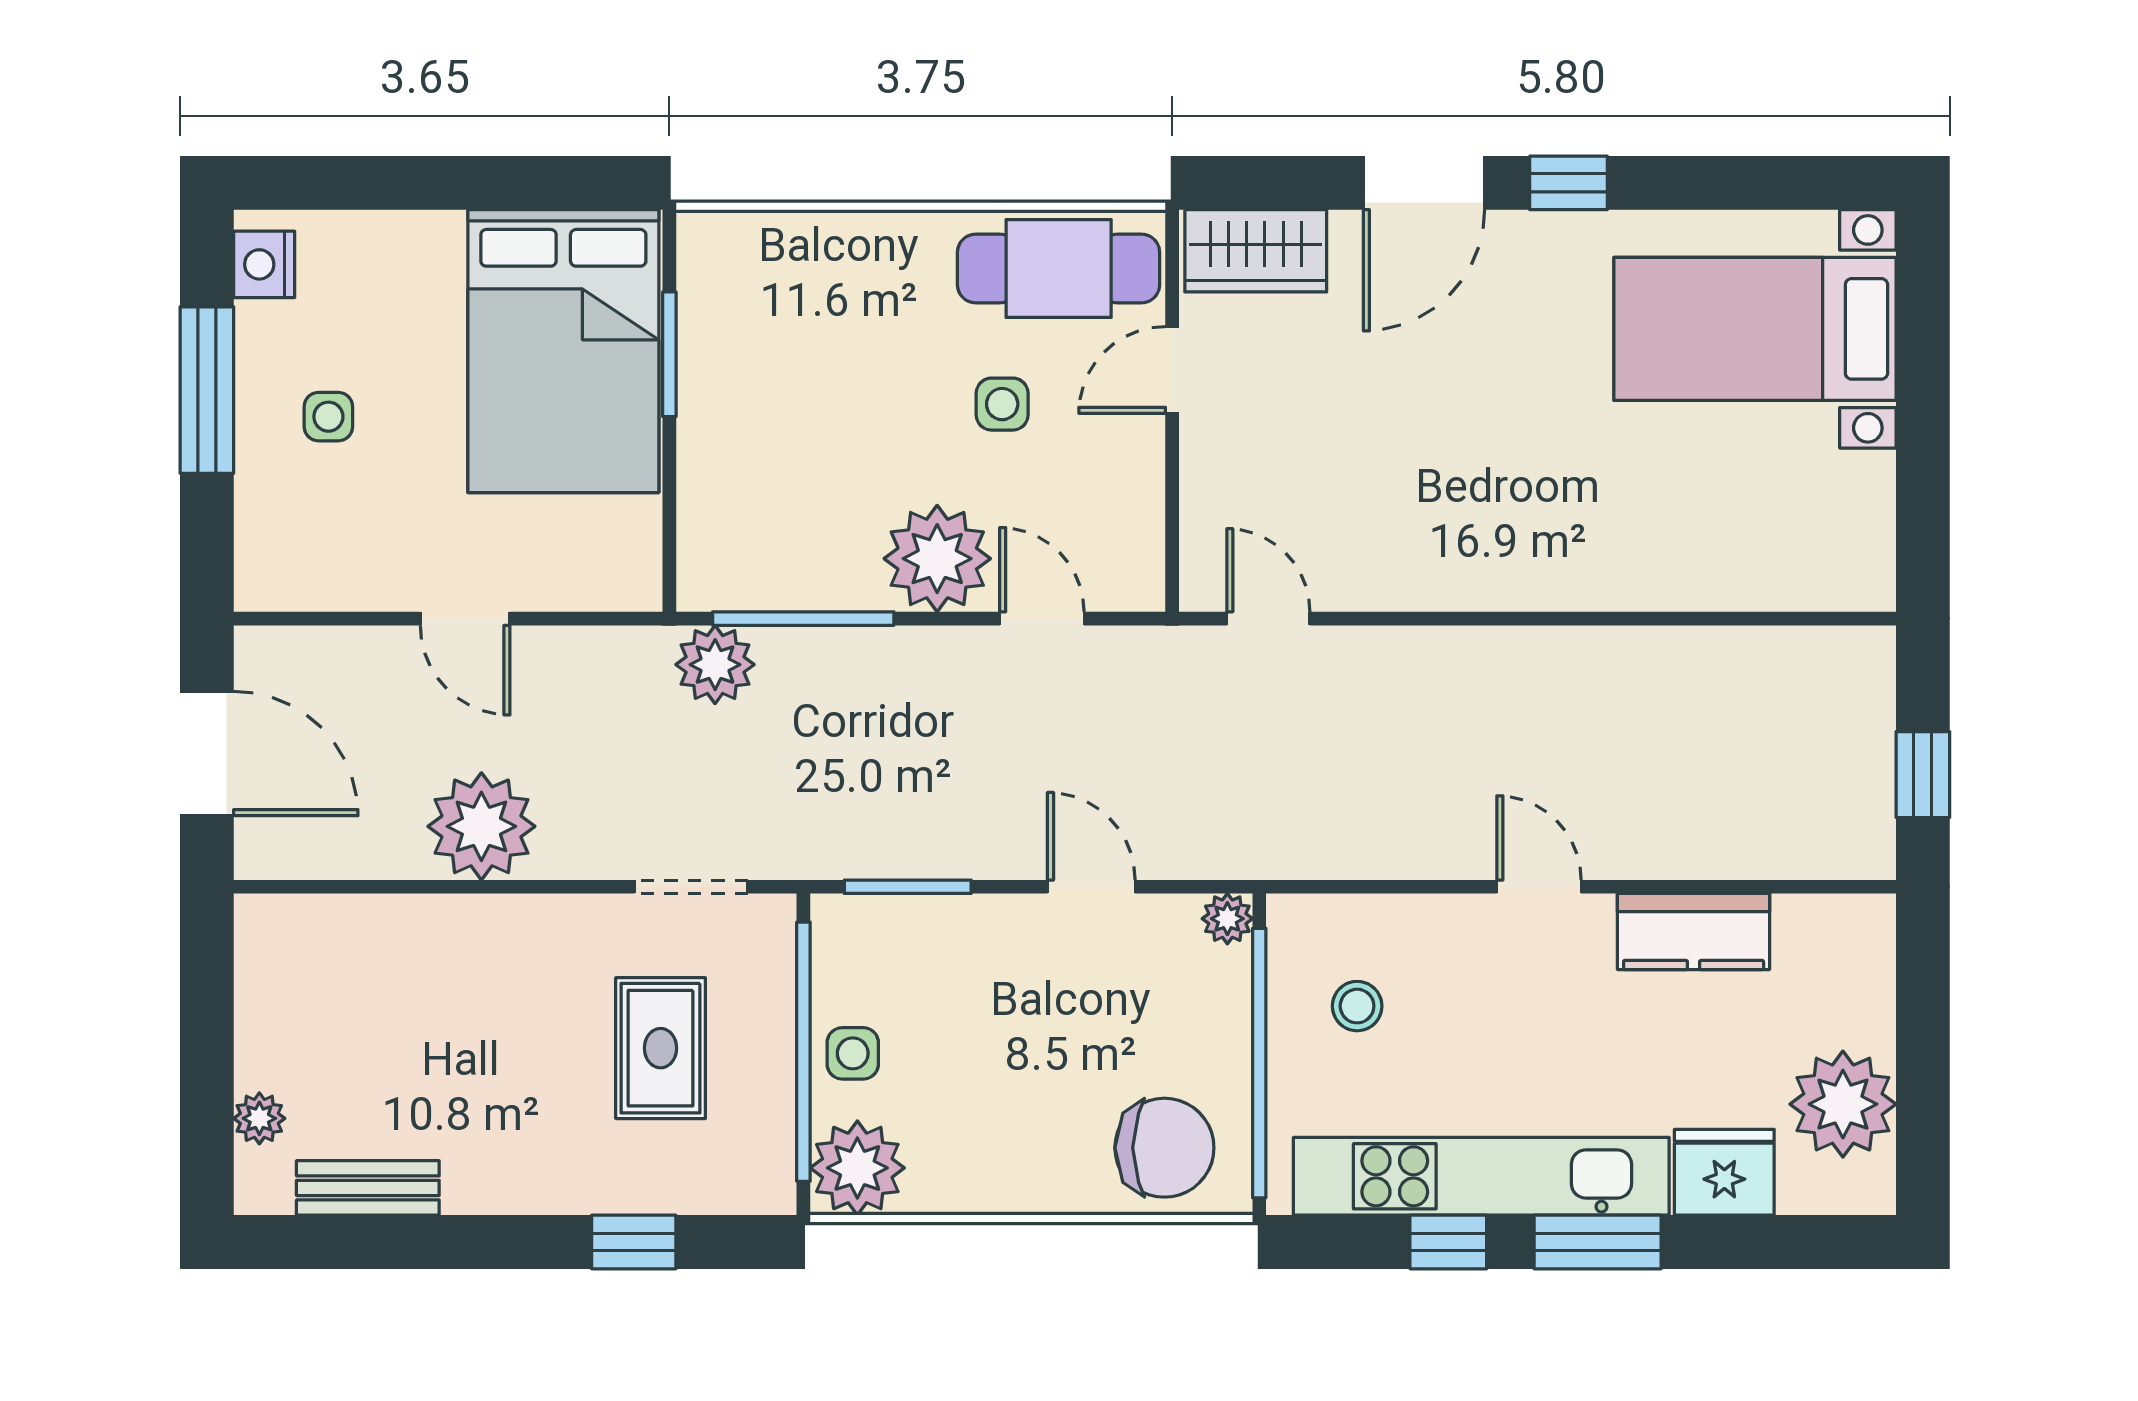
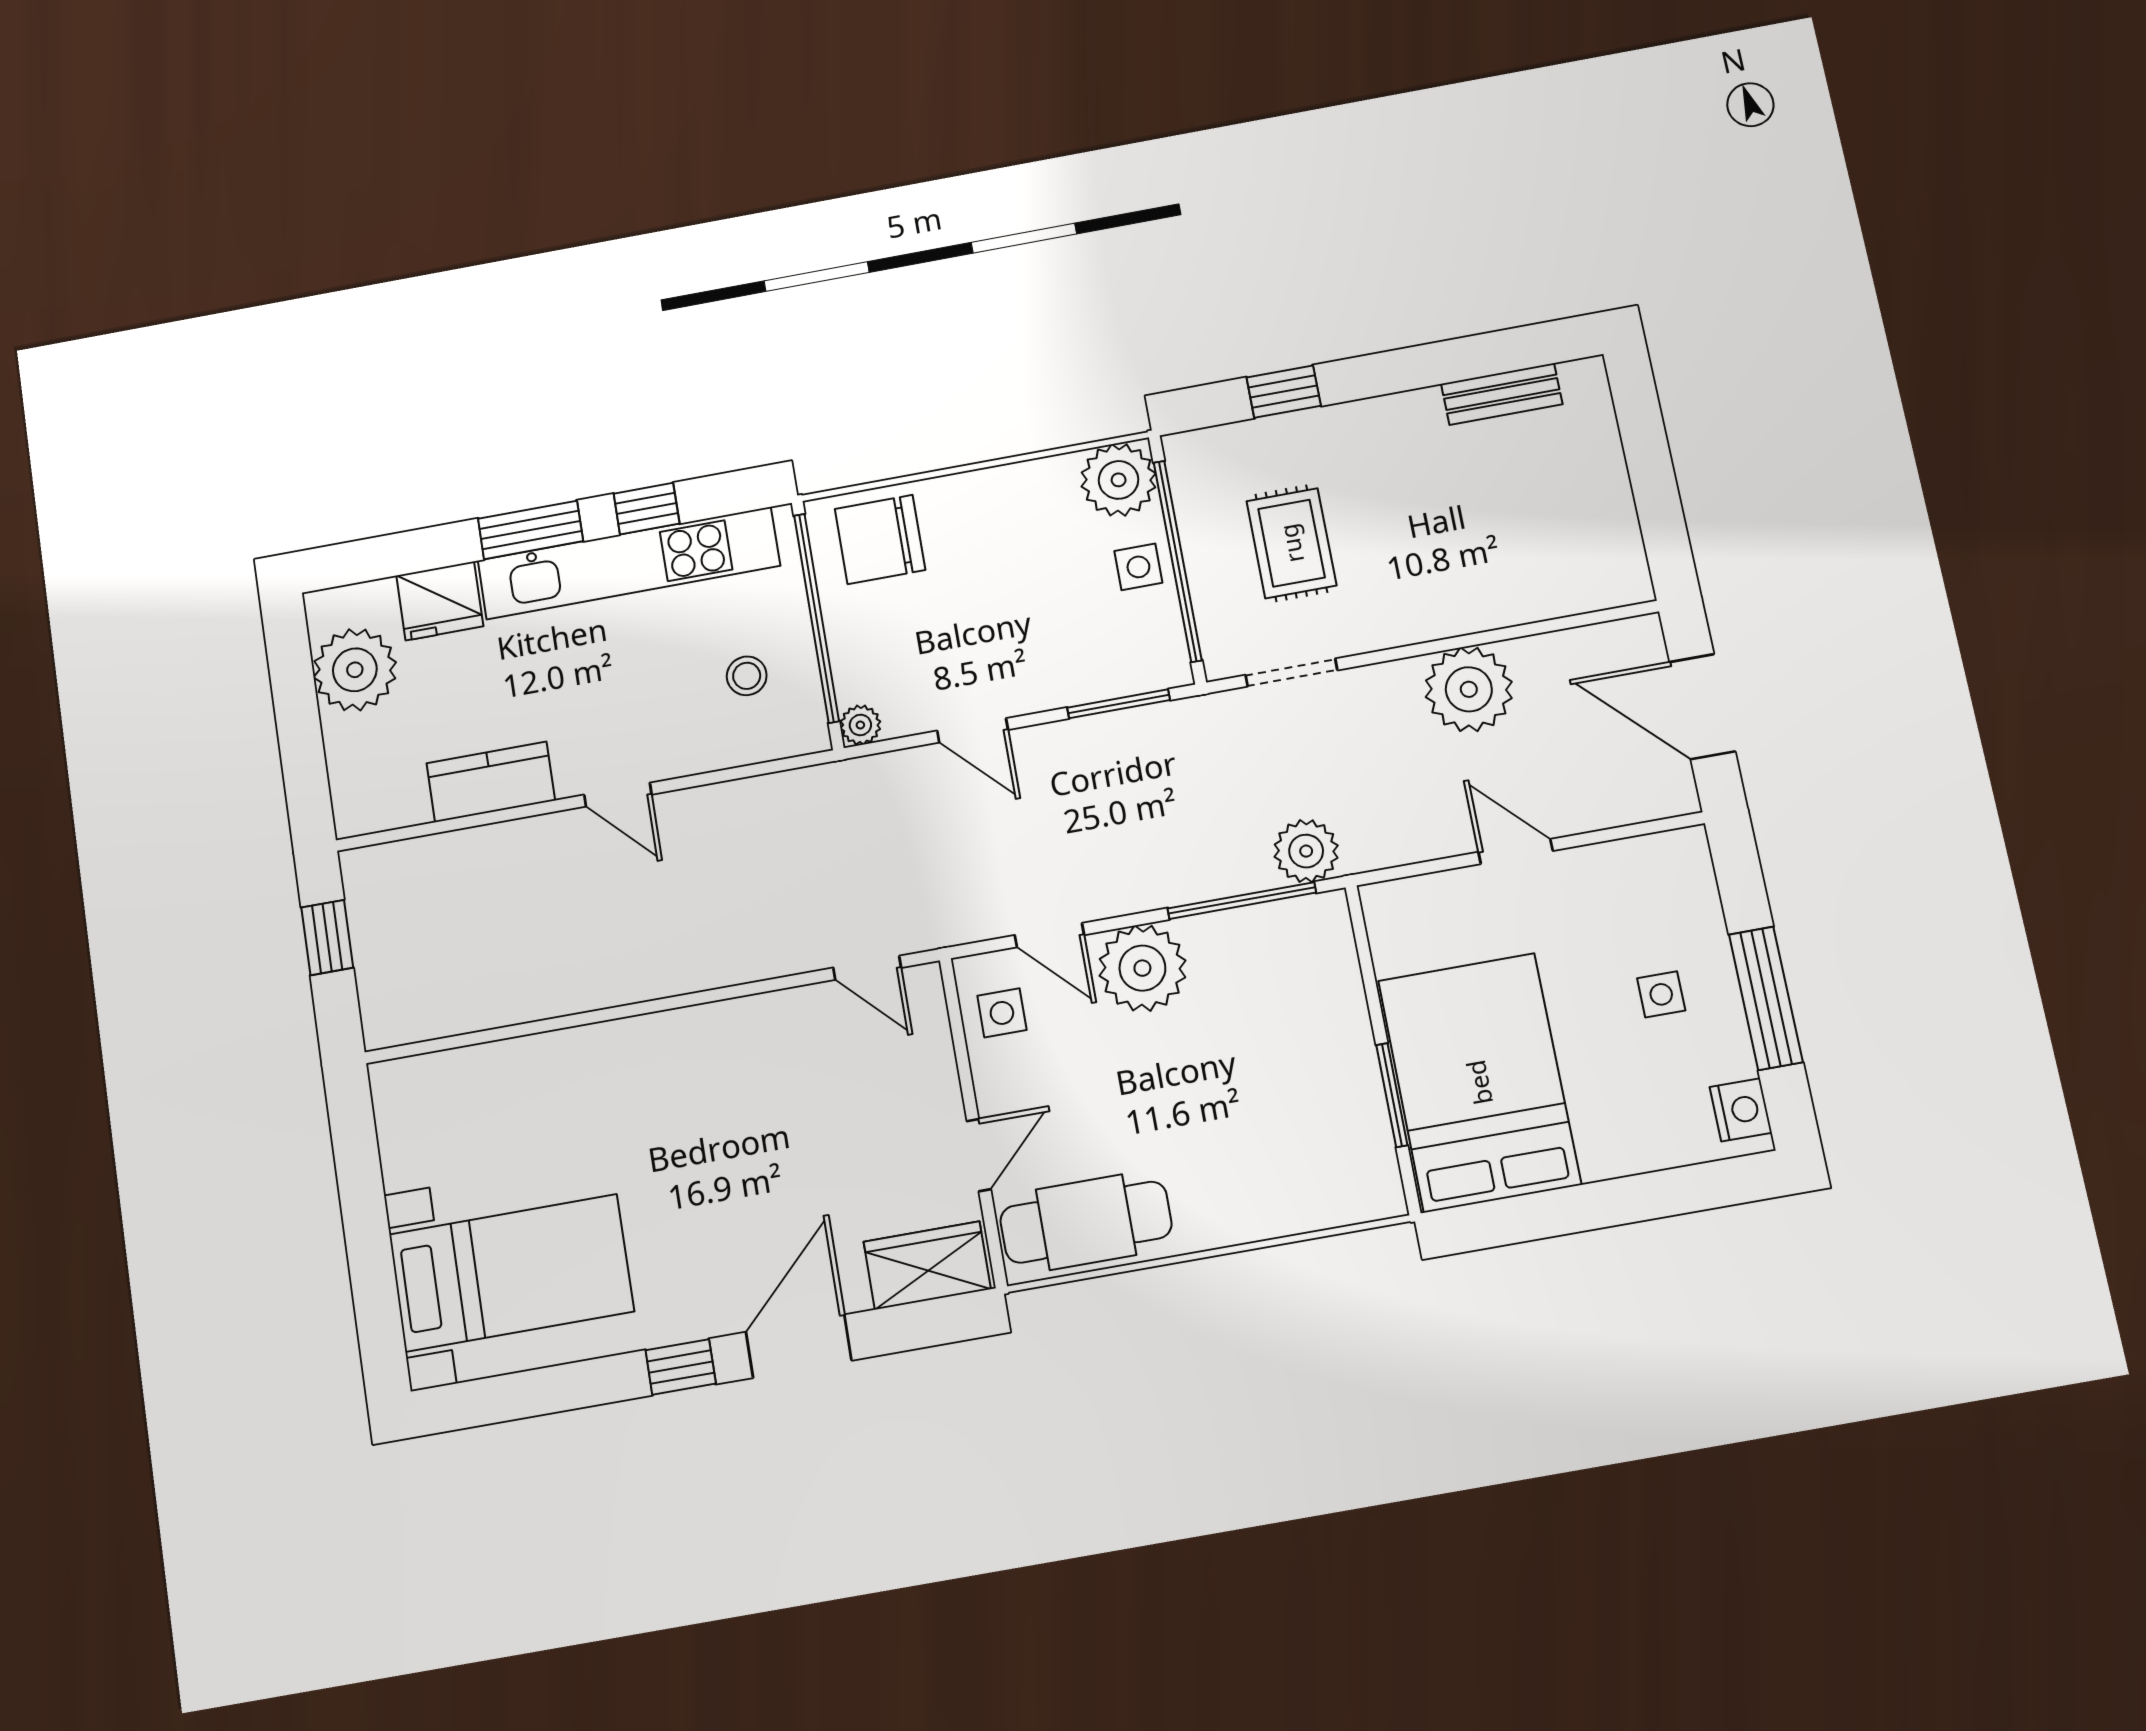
side table: (1002, 404) -> (1002, 1013), moved
plant: (259, 1118) -> (1599, 431), removed

